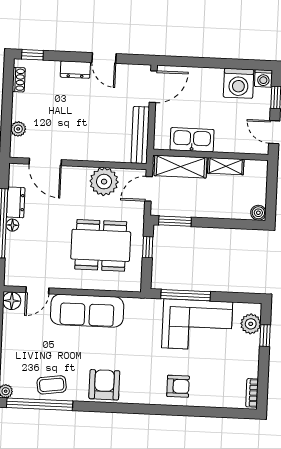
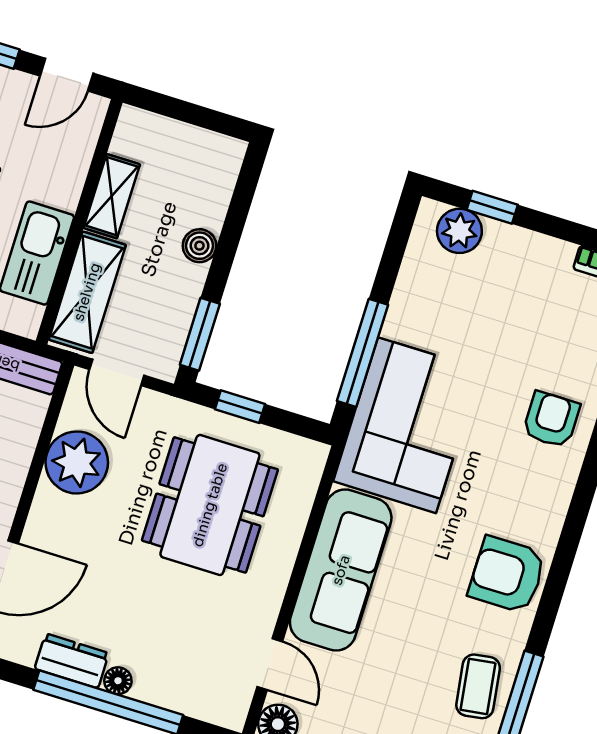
boiler: (258, 213) -> (199, 246), moved
corner sofa: (197, 325) -> (407, 425), moved

